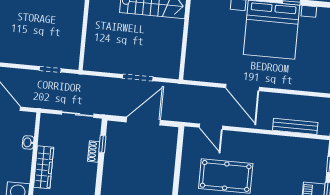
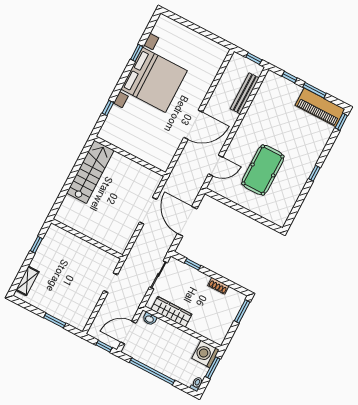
washbasin: (28, 142) -> (150, 319), moved
shoe rack: (94, 151) -> (218, 286), moved
wardrobe: (44, 167) -> (171, 312), moved

